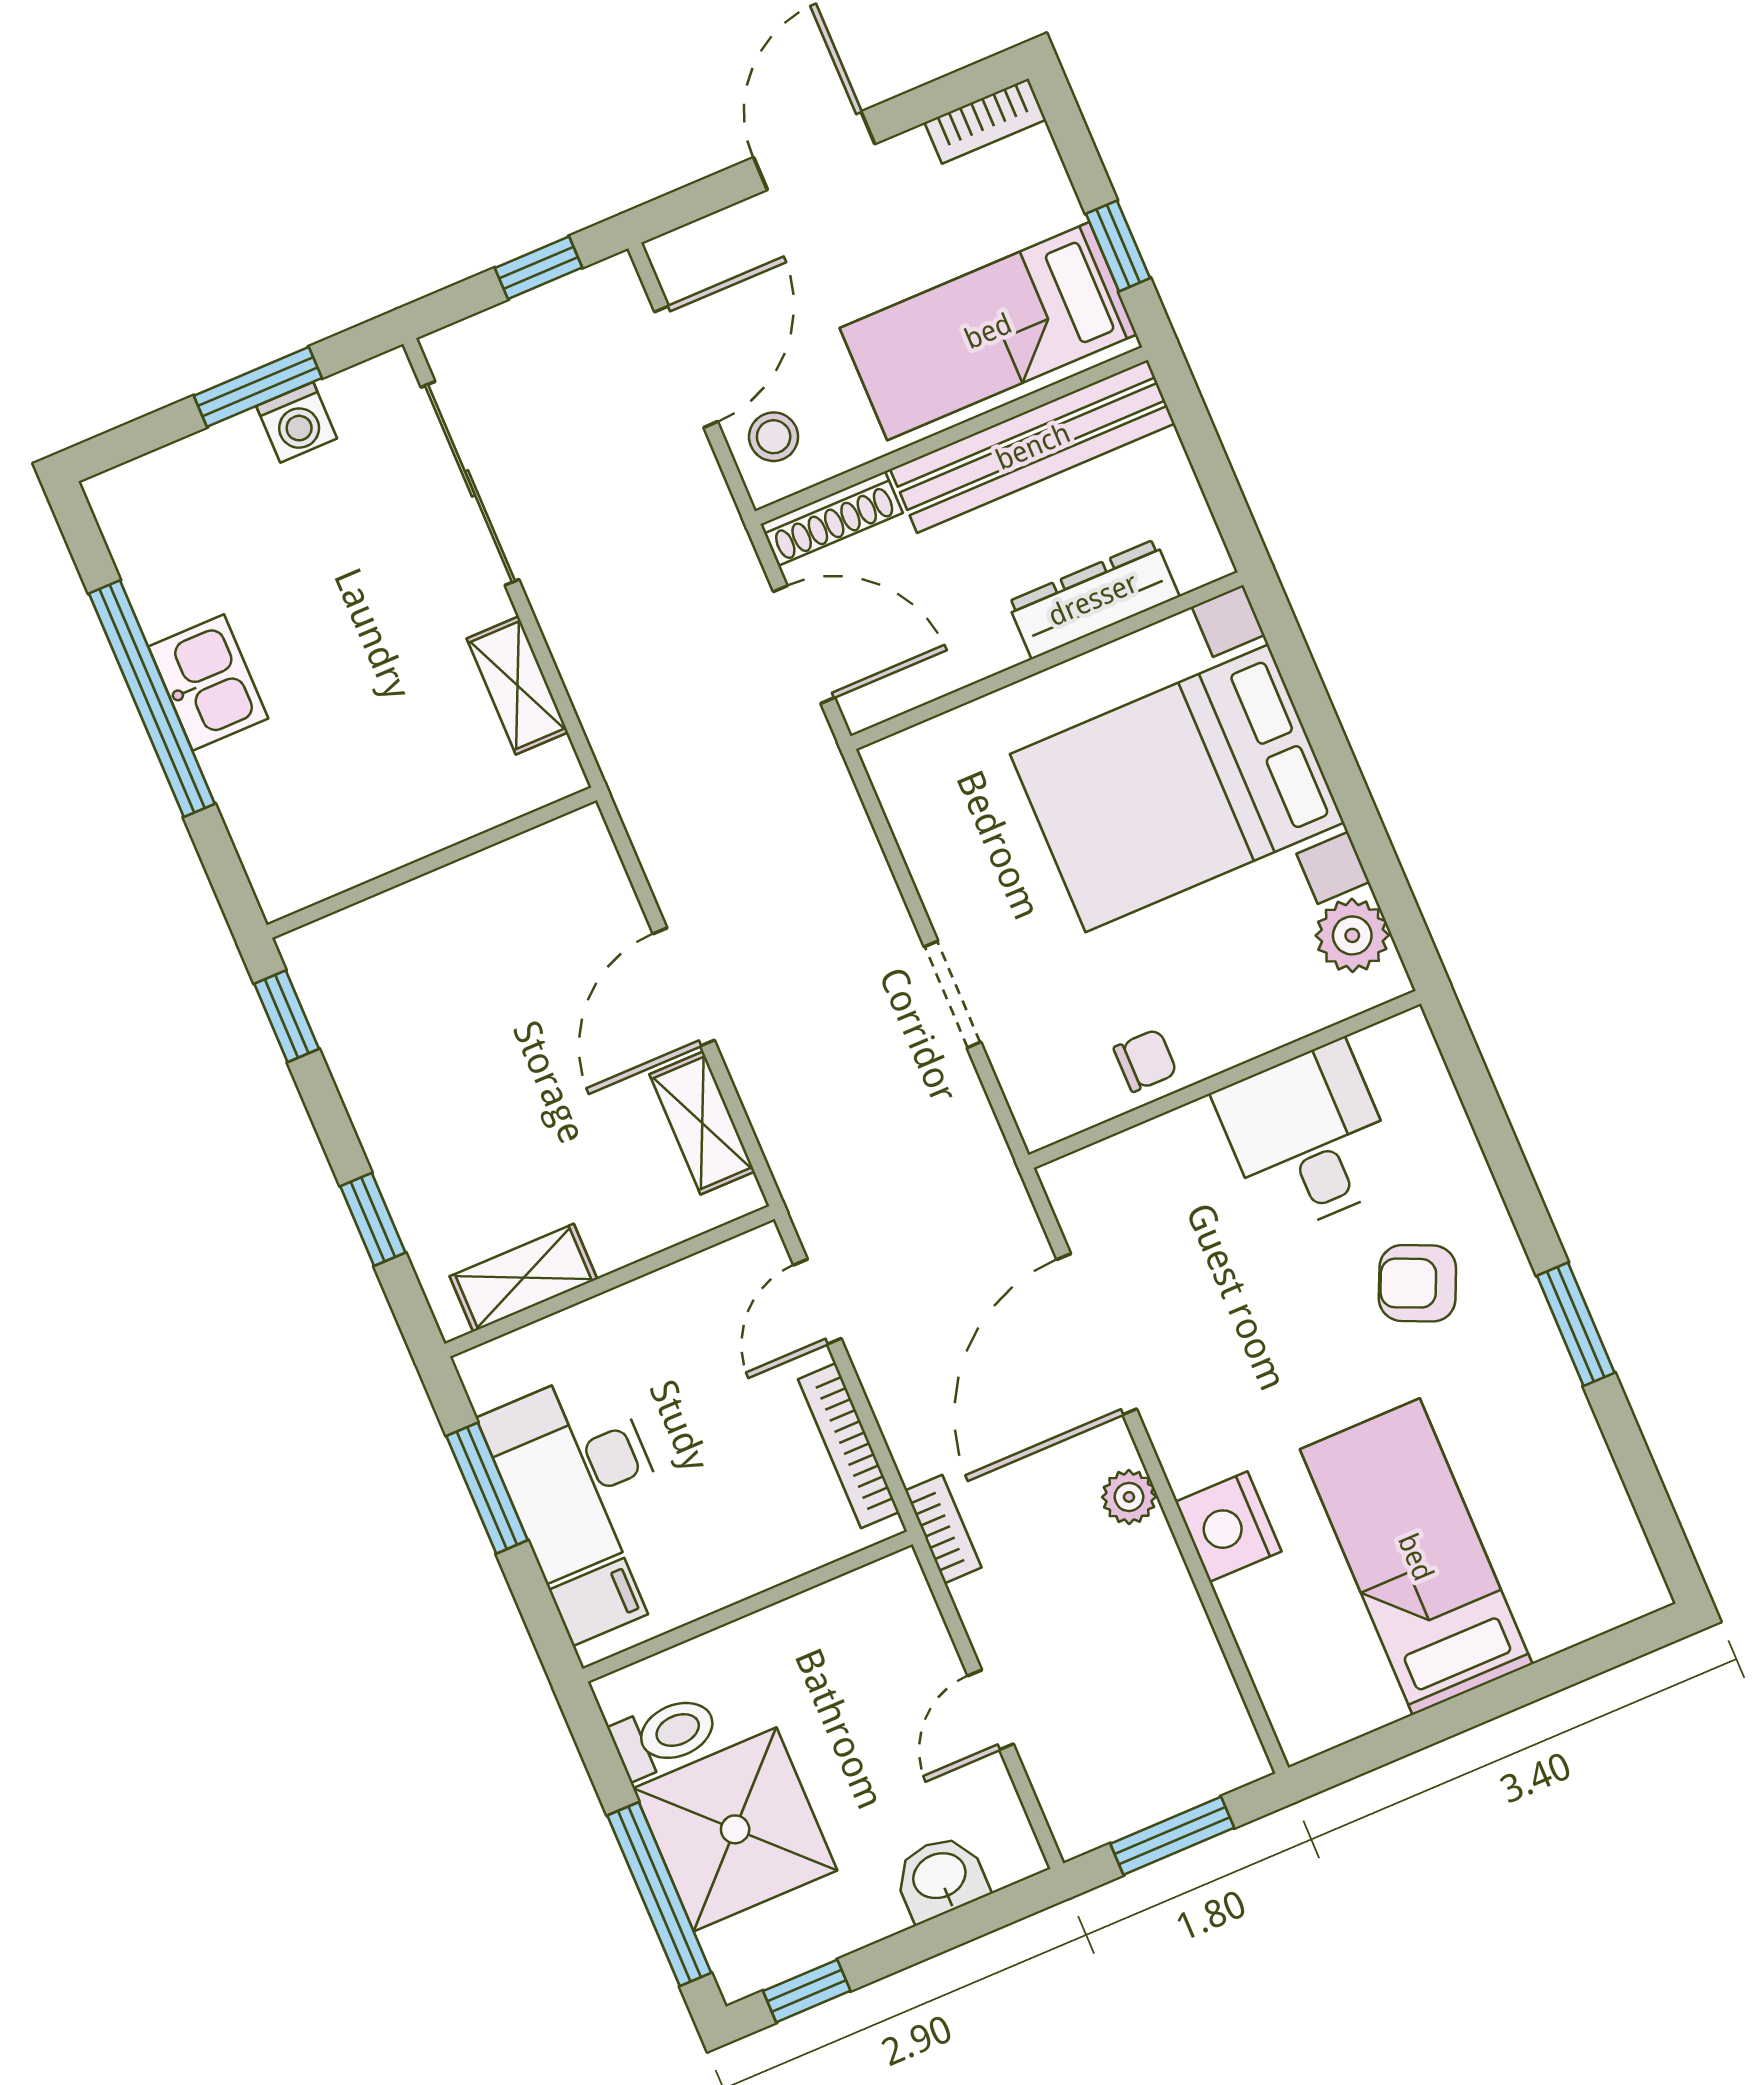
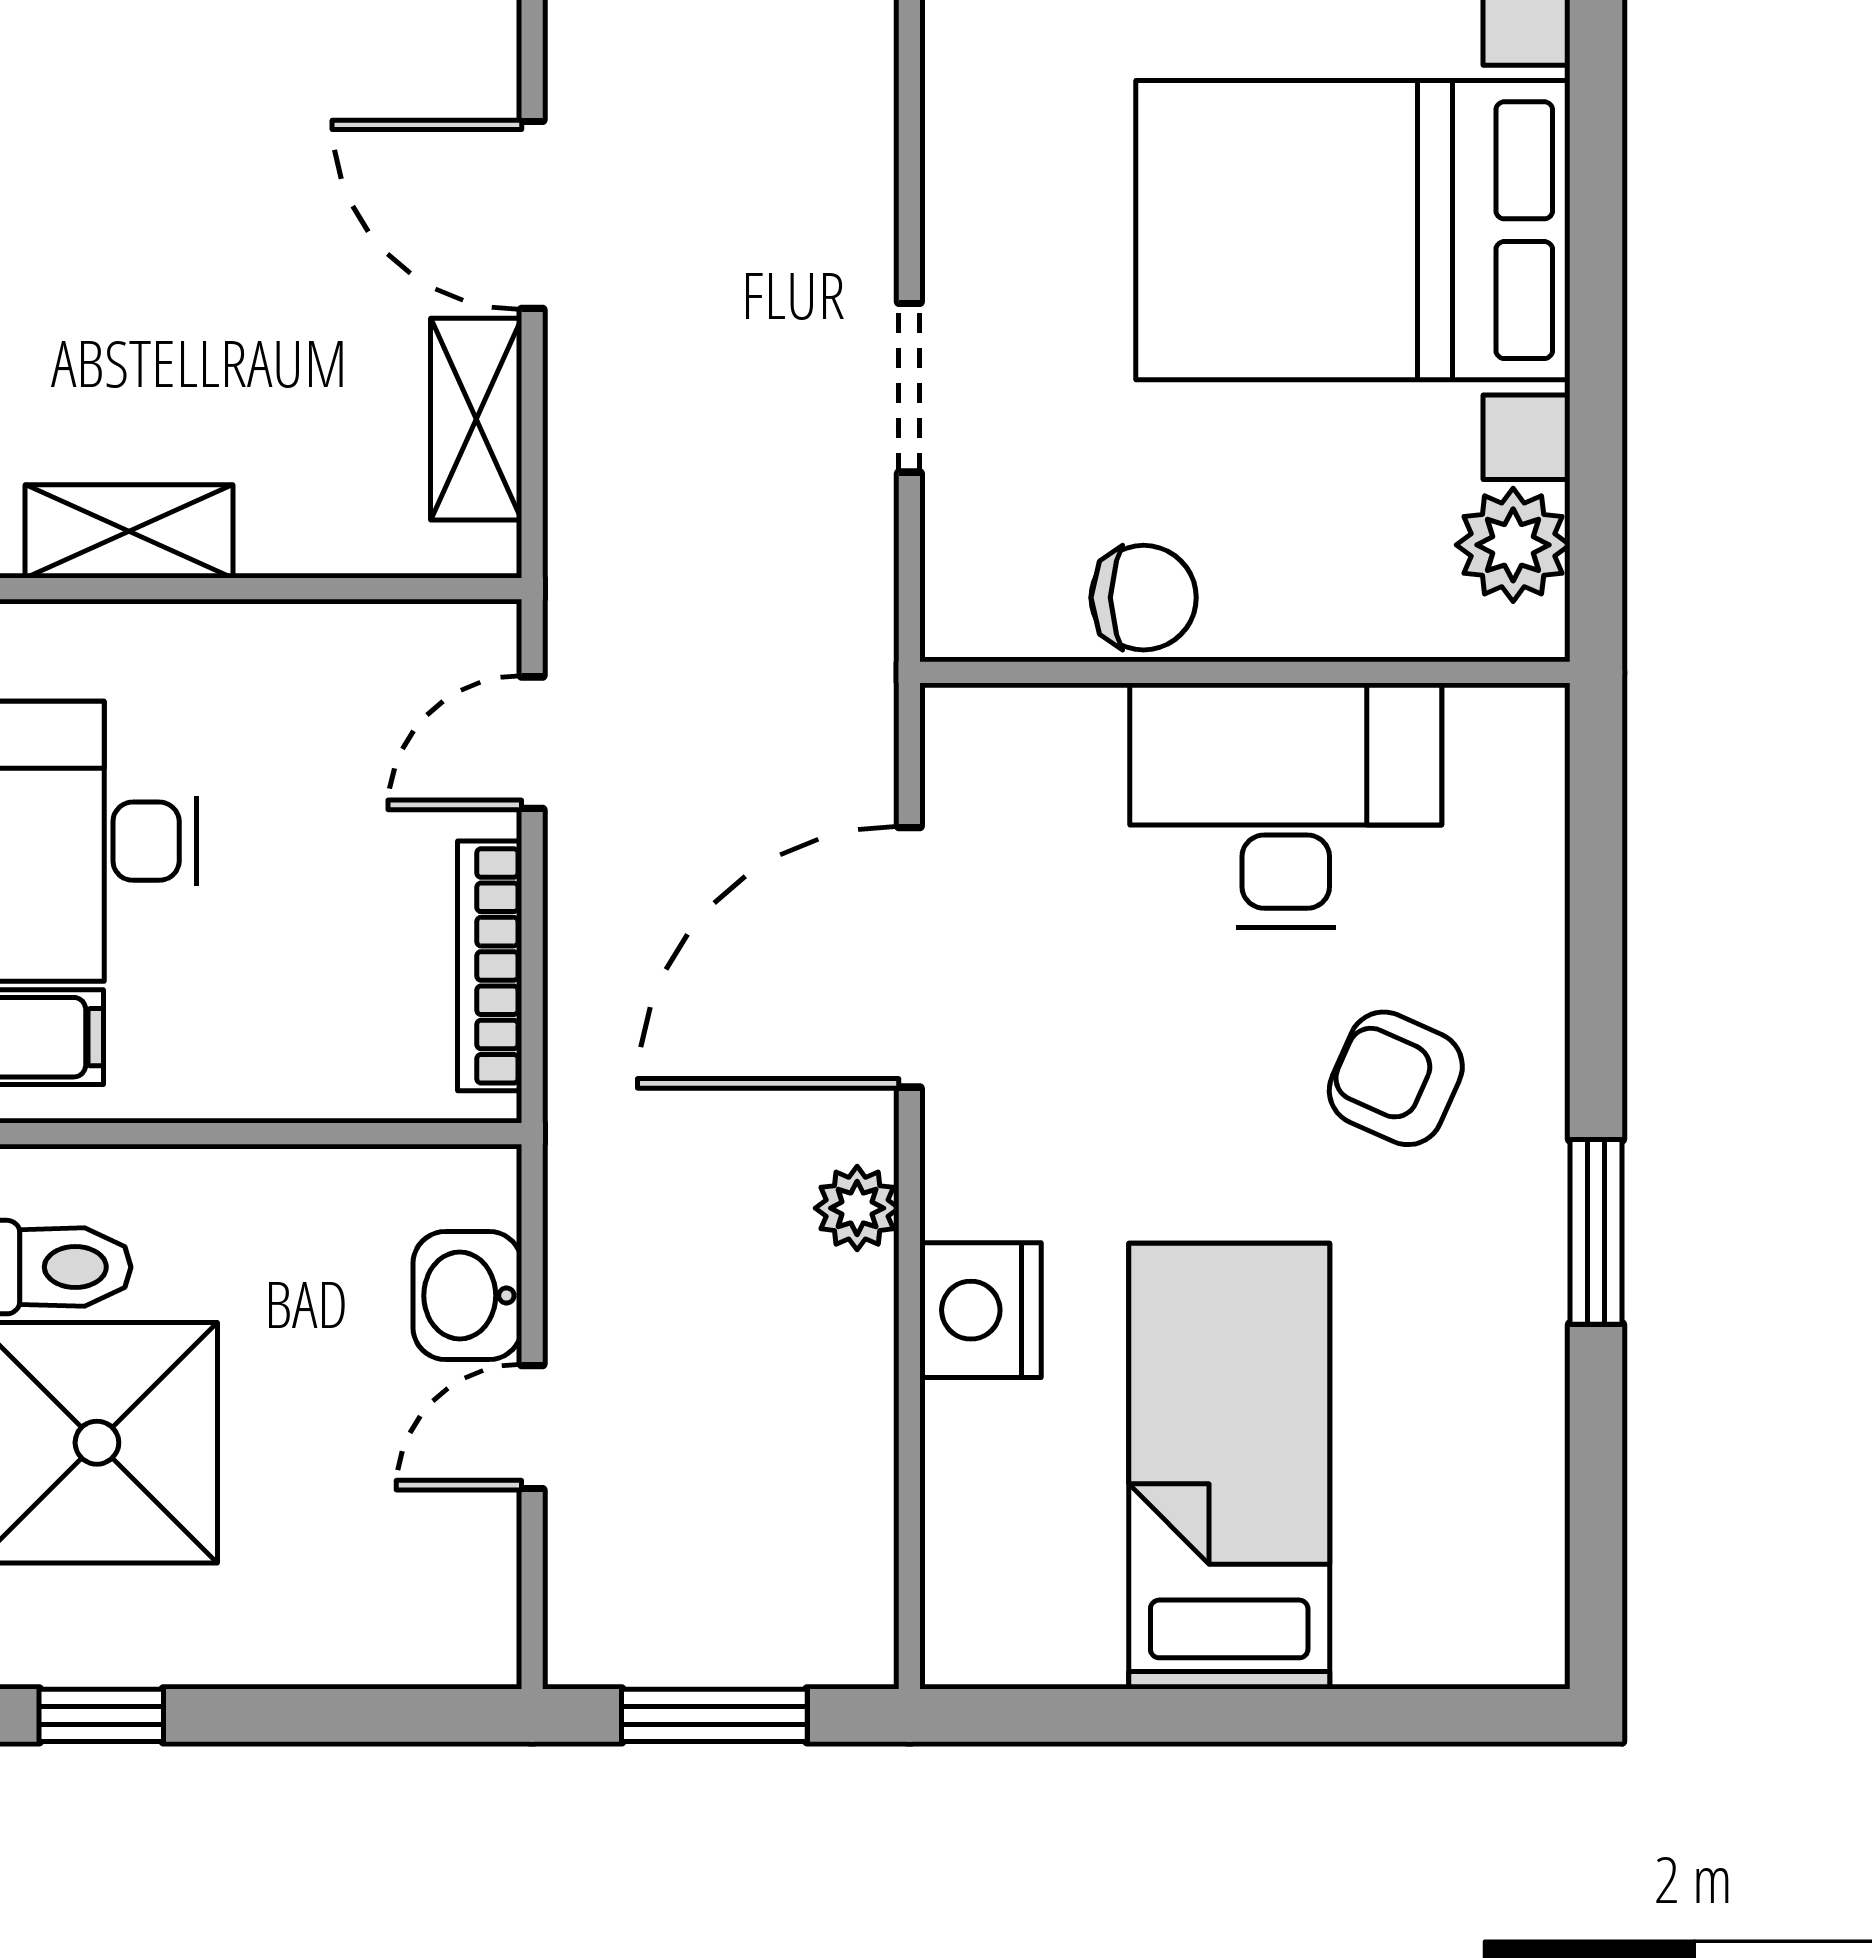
door: (684, 987) -> (532, 215), hinge flipped
chair: (1145, 1060) -> (1144, 598), width x1.37, depth x1.37
desk: (1308, 1138) -> (1286, 805), width x1.37
bookcase: (943, 1529) -> (574, 1142), removed
washbasin: (940, 1878) -> (467, 1296), moved, turned -90

